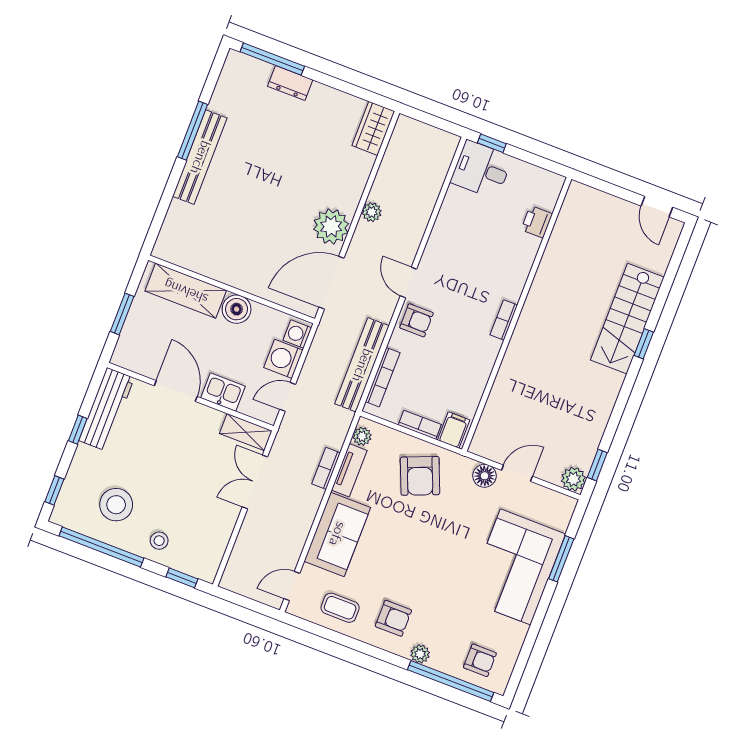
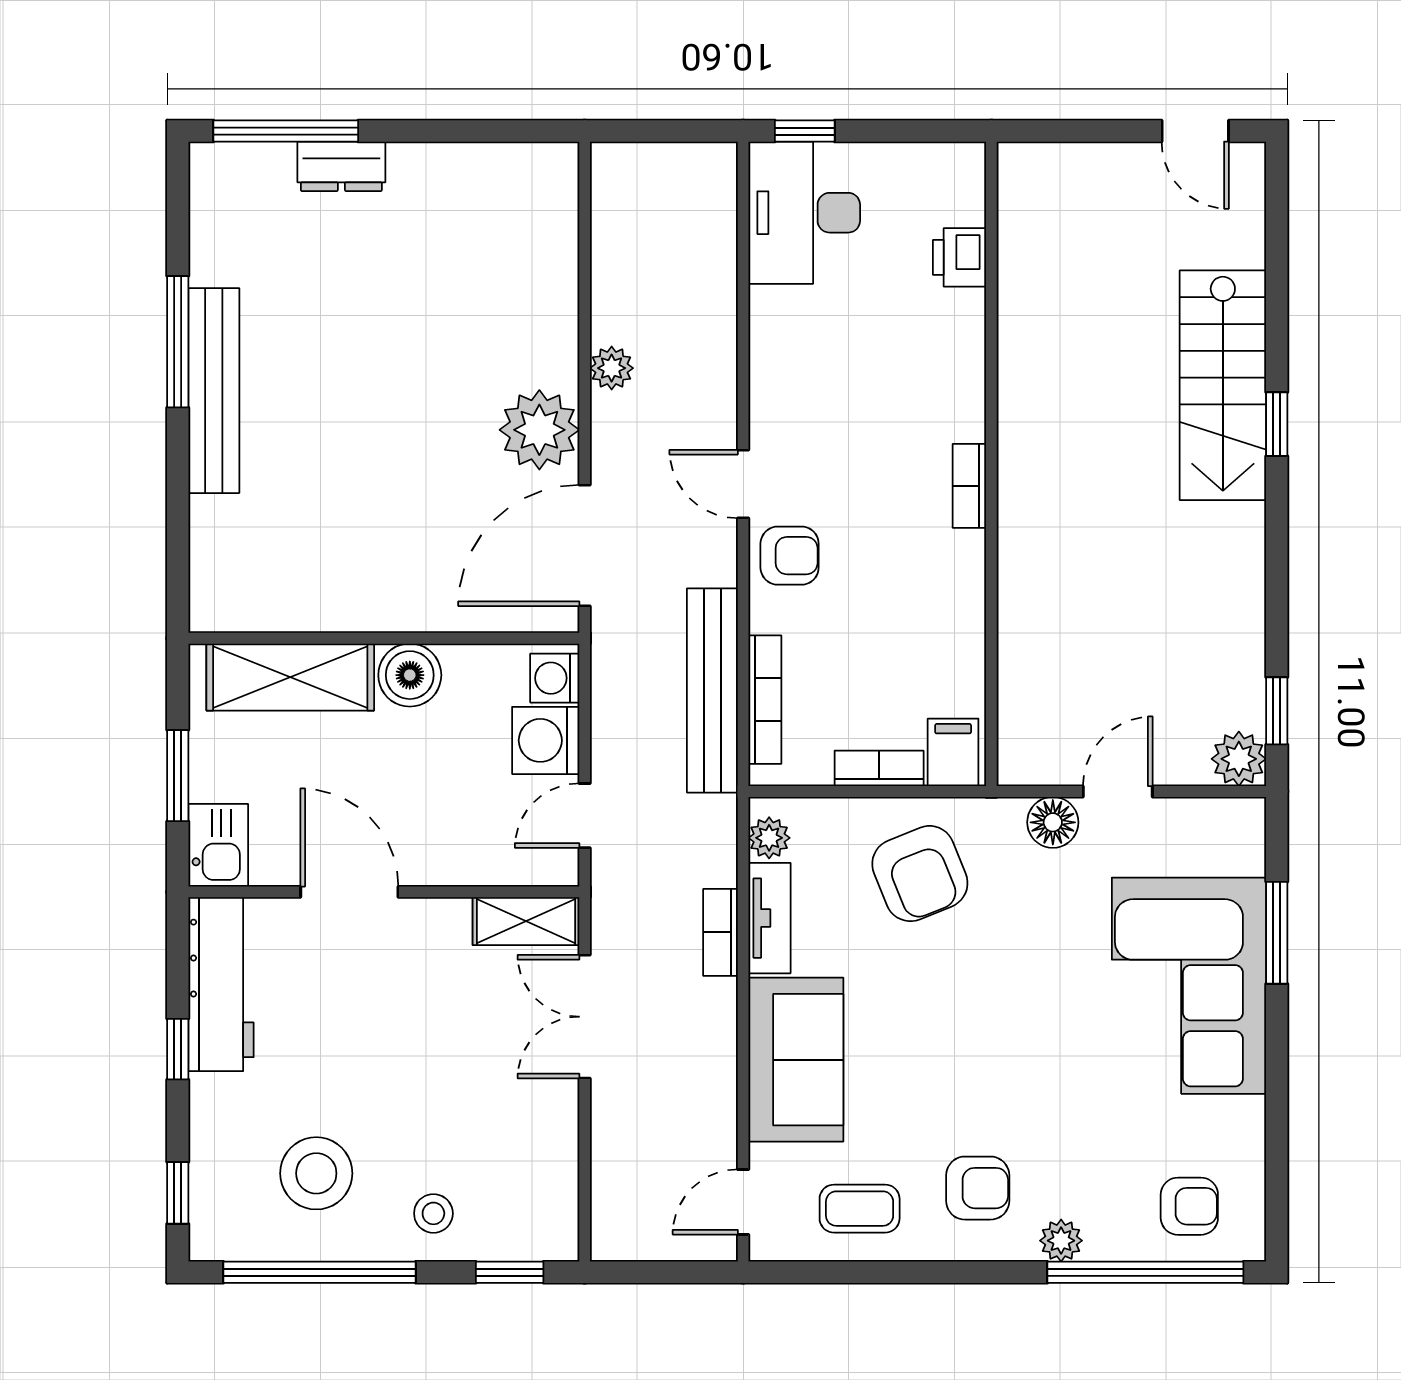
wardrobe: (373, 128) -> (549, 194), removed
desk: (481, 170) -> (804, 213), width x1.37
kitchen sink: (223, 392) -> (218, 845), moved, turned 90

